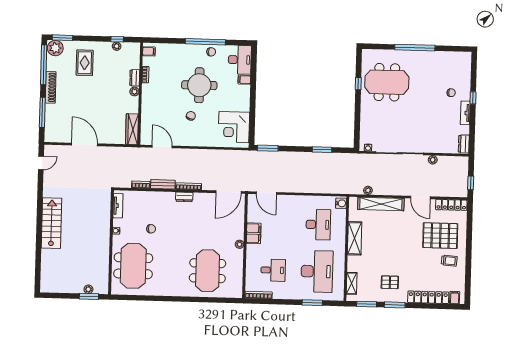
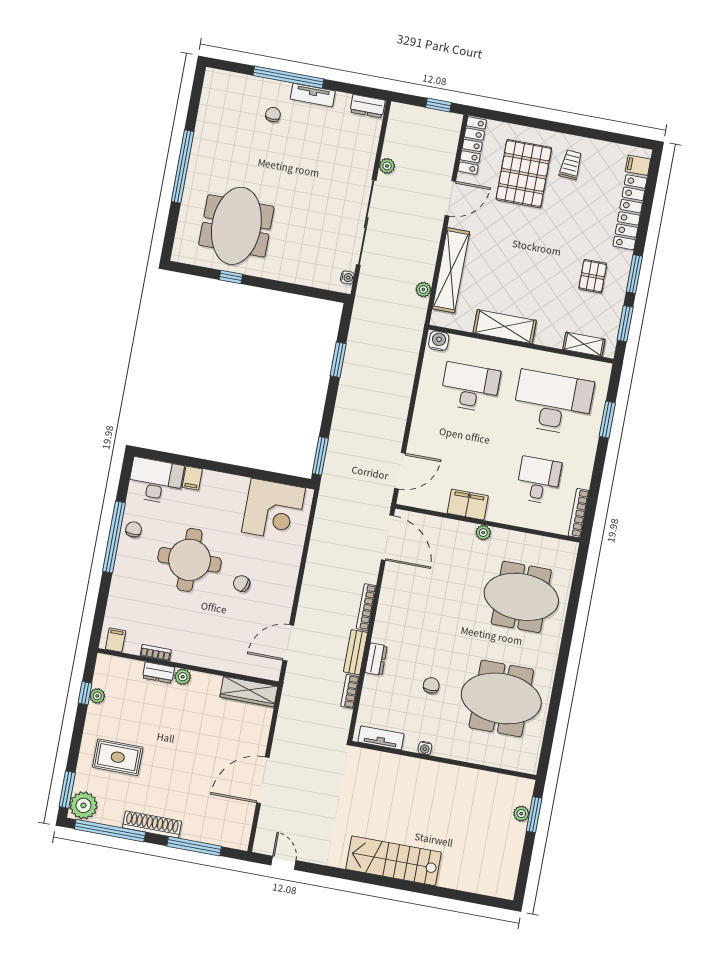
window: (473, 98) -> (288, 77), width x3.17
dresser: (184, 197) -> (376, 659), moved
meeting table: (133, 266) -> (501, 698), moved

